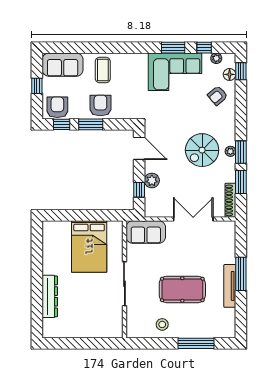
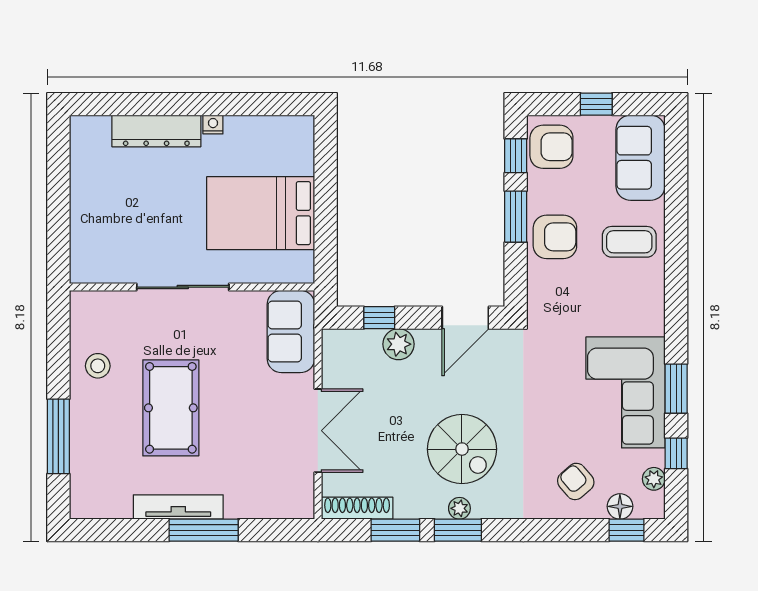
spiral stairs: (202, 150) -> (462, 449), turned 180
nightstand: (47, 269) -> (213, 125), added

